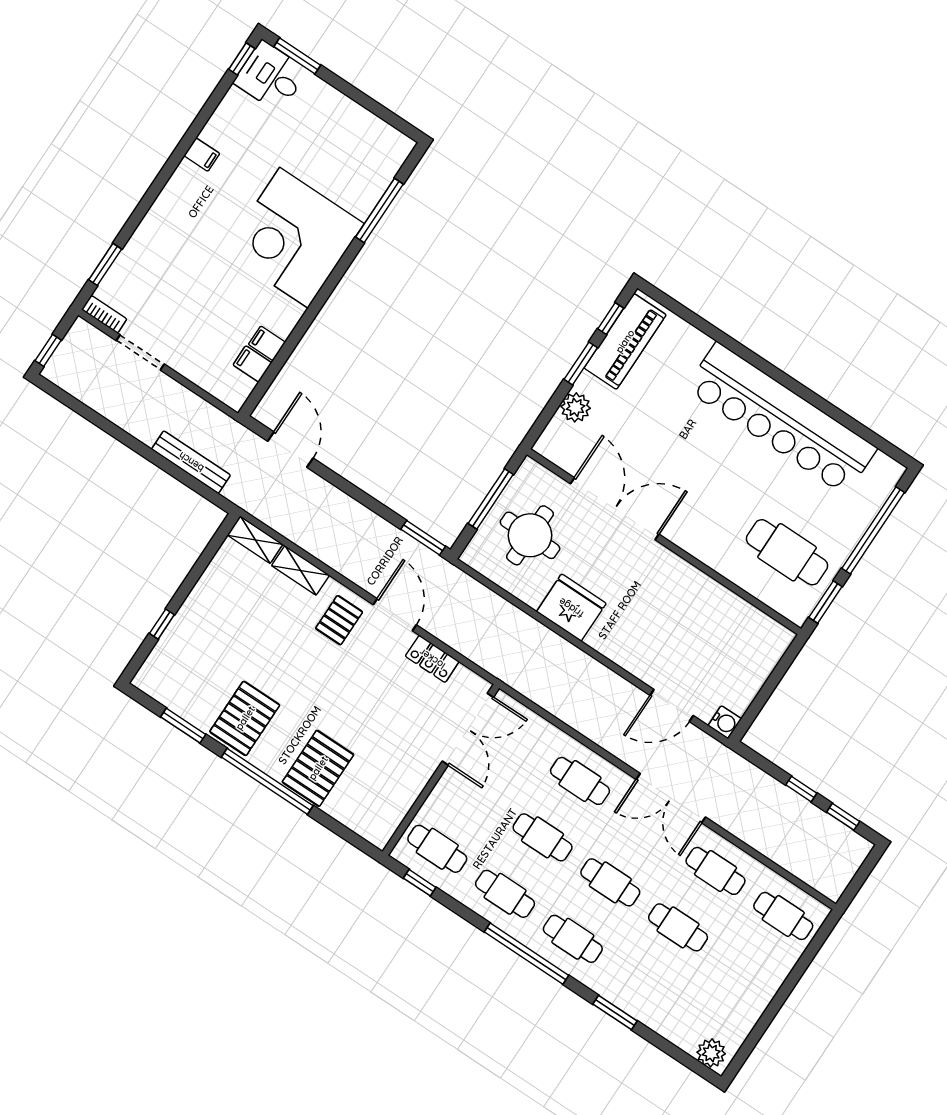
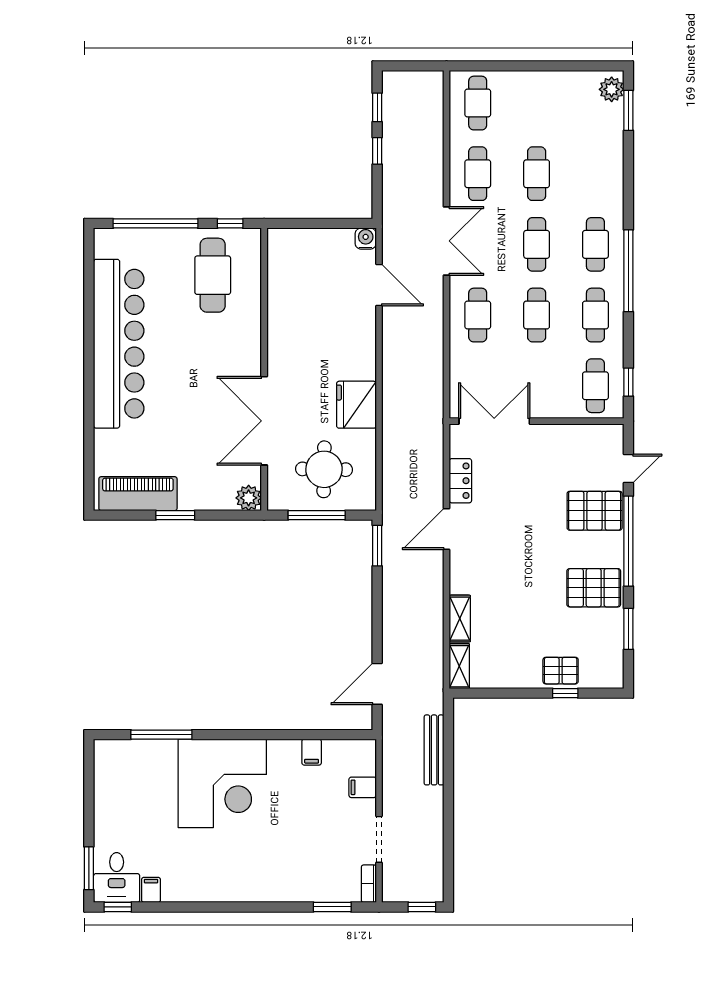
filing cabinet: (202, 155) -> (151, 890), moved
window: (611, 318) -> (128, 515), removed
filing cabinet: (252, 364) -> (363, 787), moved, turned 90
plant: (576, 407) -> (249, 498), moved
window: (825, 602) -> (230, 223), width x0.67
pallet: (339, 620) -> (561, 671), moved
door: (337, 828) -> (628, 468), added
window: (615, 1013) -> (628, 110), moved

